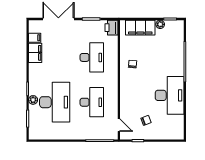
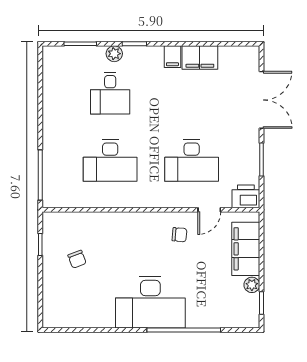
filing cabinet: (35, 38) -> (172, 57), moved
desk: (170, 95) -> (150, 302), moved
desk: (55, 102) -> (110, 93), width x0.53, depth x0.77
door: (119, 125) -> (209, 210), moved

